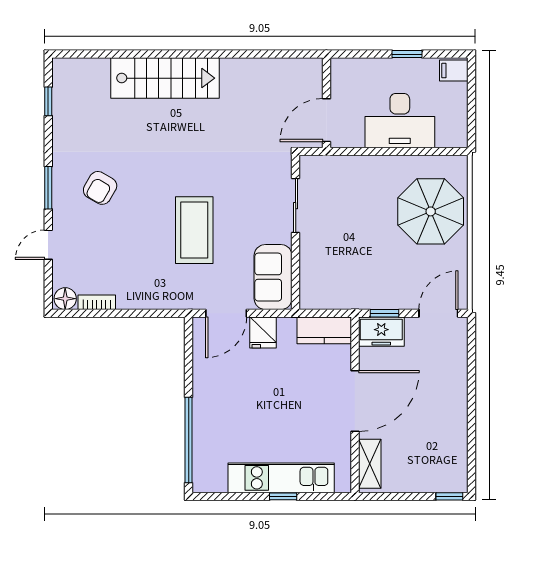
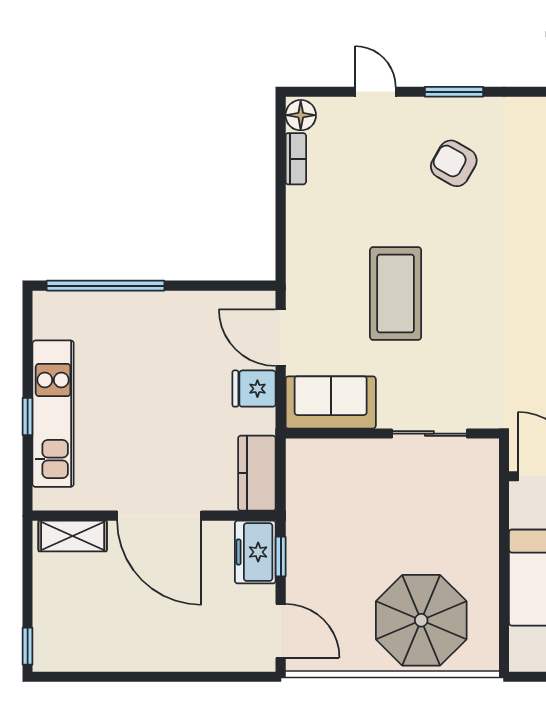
coffee table: (194, 230) -> (396, 294), turned 90

